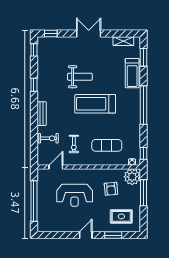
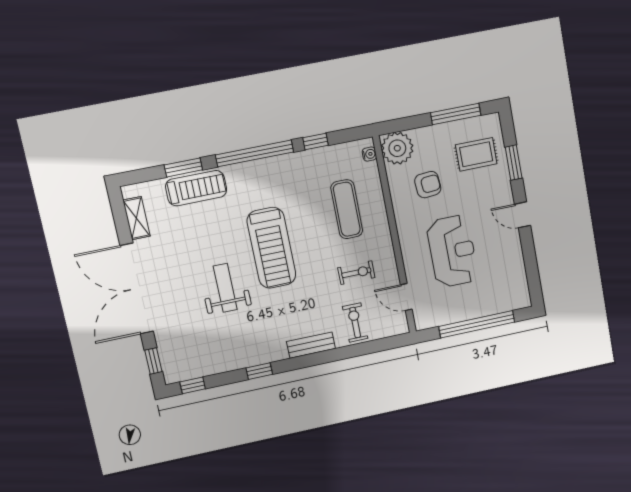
double door: (89, 33) -> (137, 289), width x1.87
window: (143, 57) -> (183, 167), moved
window: (143, 153) -> (315, 141), moved
window: (143, 193) -> (456, 114), moved
rug: (121, 216) -> (476, 154), turned 90

